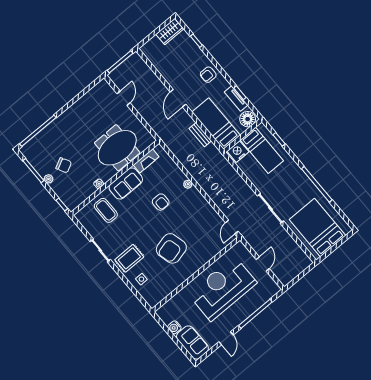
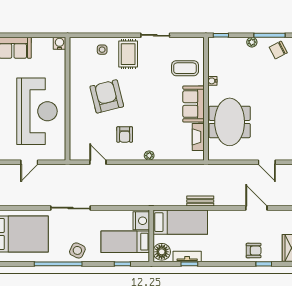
armchair: (208, 75) -> (254, 251), moved, turned 90
door: (178, 98) -> (256, 208), moved
bench: (200, 135) -> (200, 201), moved
chair: (64, 165) -> (278, 50), moved
side table: (296, 179) -> (77, 250), added
armchair: (161, 202) -> (125, 134), moved, turned -90
door: (232, 227) -> (98, 162), moved
door: (263, 264) -> (29, 162), hinge flipped
water cooler: (174, 327) -> (59, 43), moved

